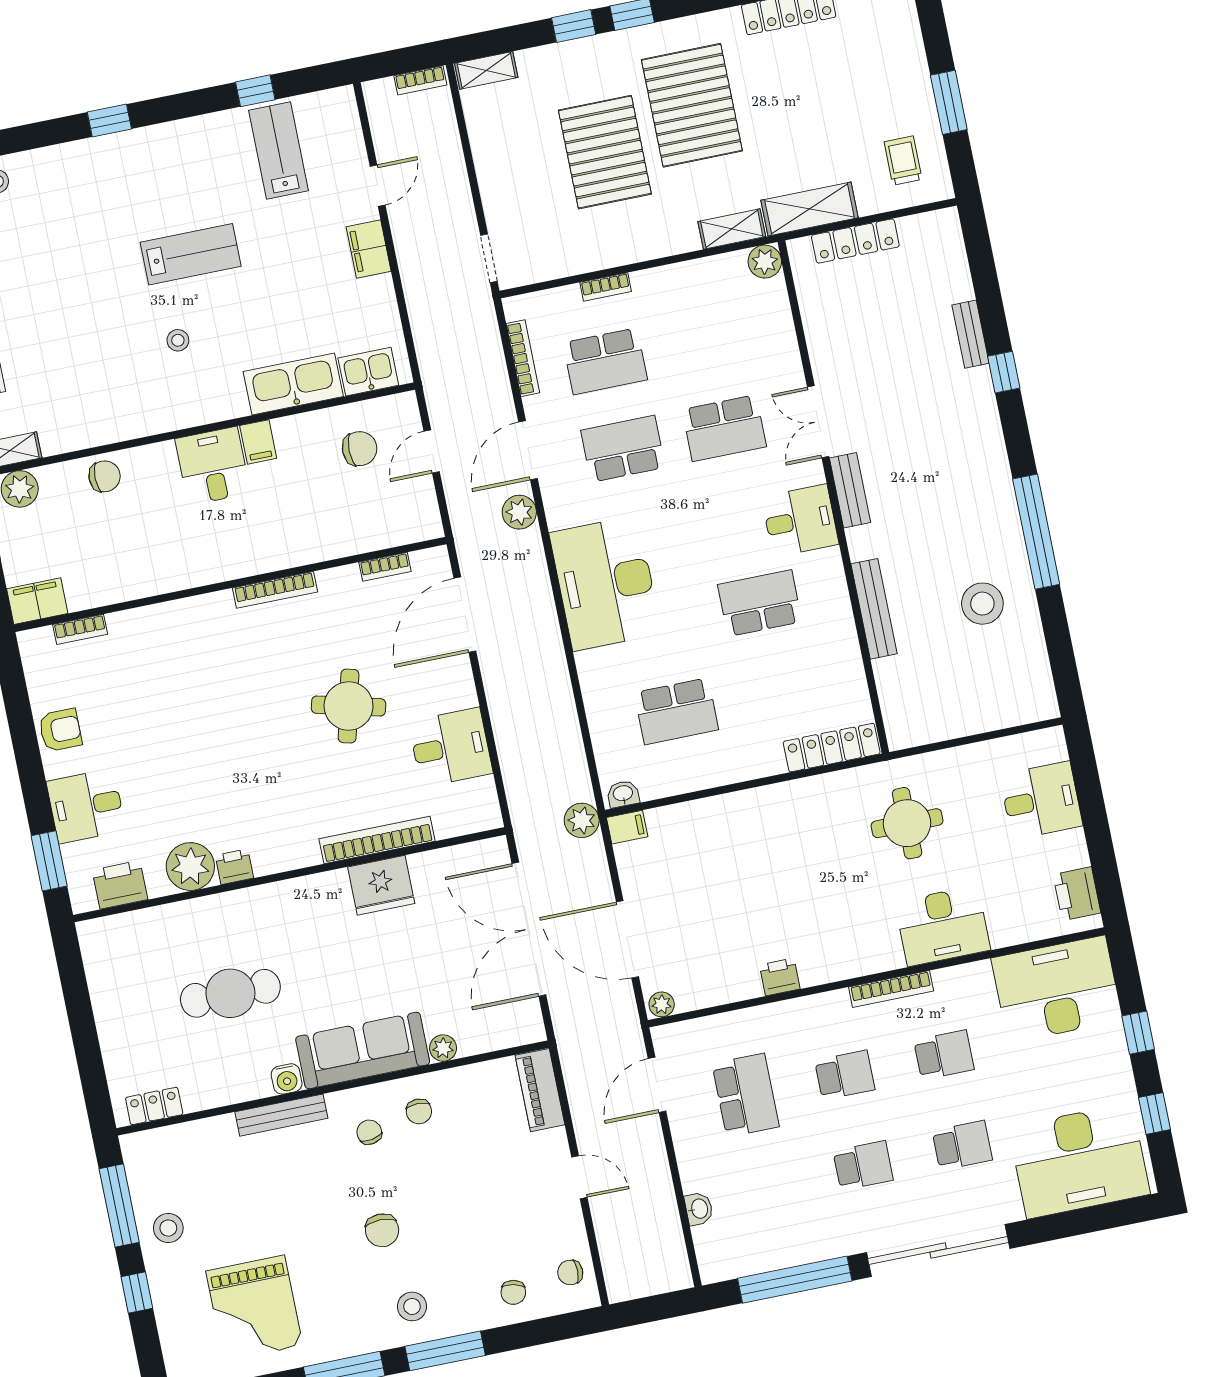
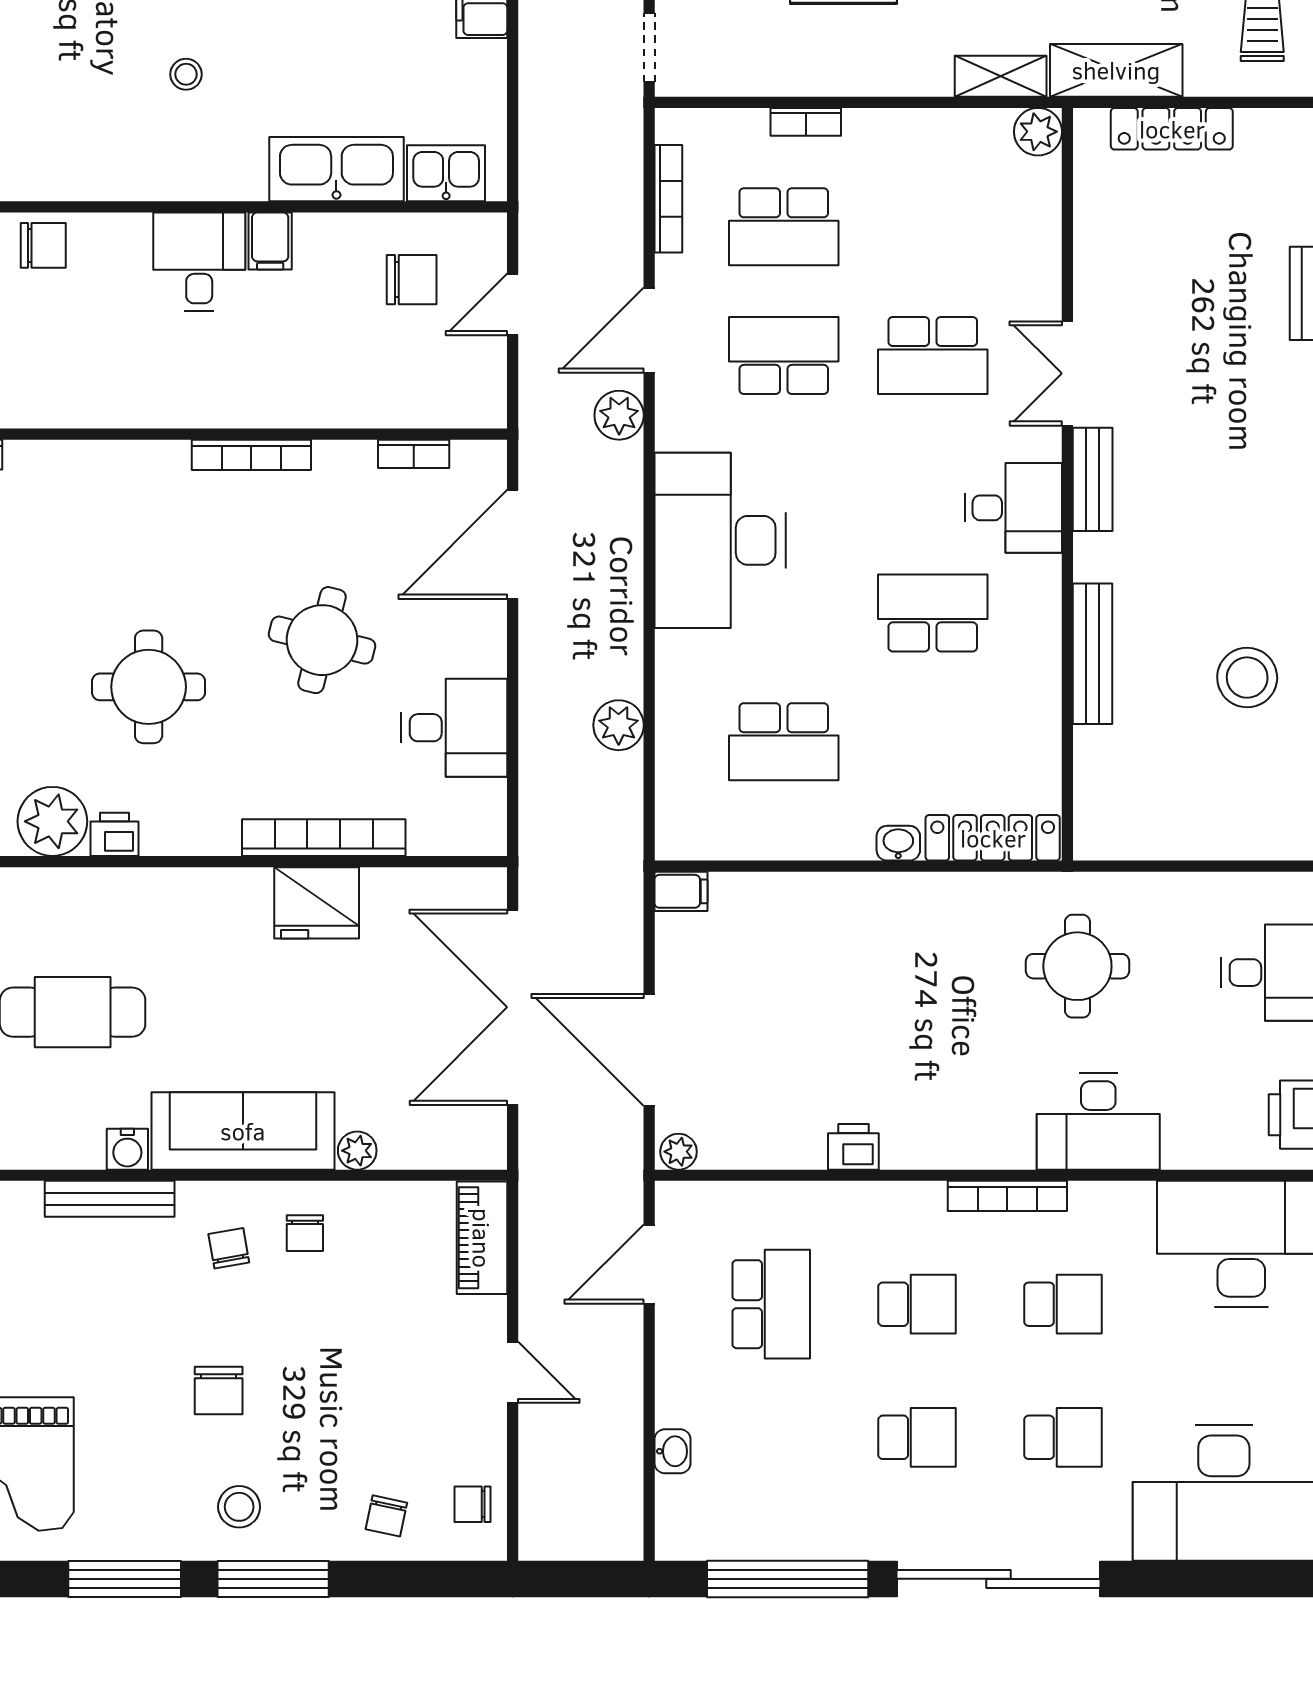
round table: (237, 762) -> (149, 687), added
washbasin: (623, 794) -> (898, 843), moved
plant: (582, 820) -> (619, 725), moved

